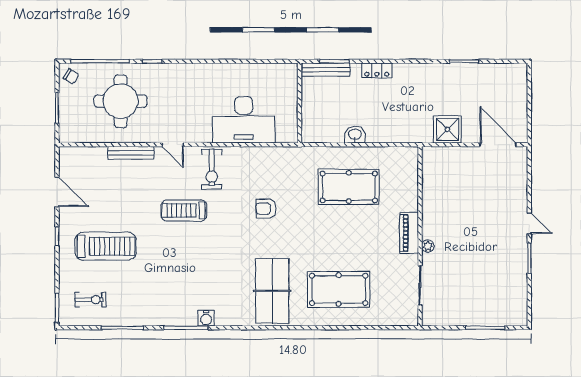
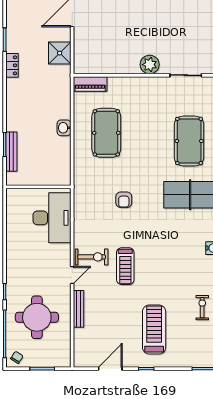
locker: (377, 70) -> (12, 65), moved
wall: (300, 103) -> (38, 187), moved
exercise bike: (212, 169) -> (92, 257), moved
piano: (409, 233) -> (90, 84), moved
plant: (428, 246) -> (150, 65), width x1.87, depth x1.87
exercise bike: (90, 300) -> (202, 308), moved

